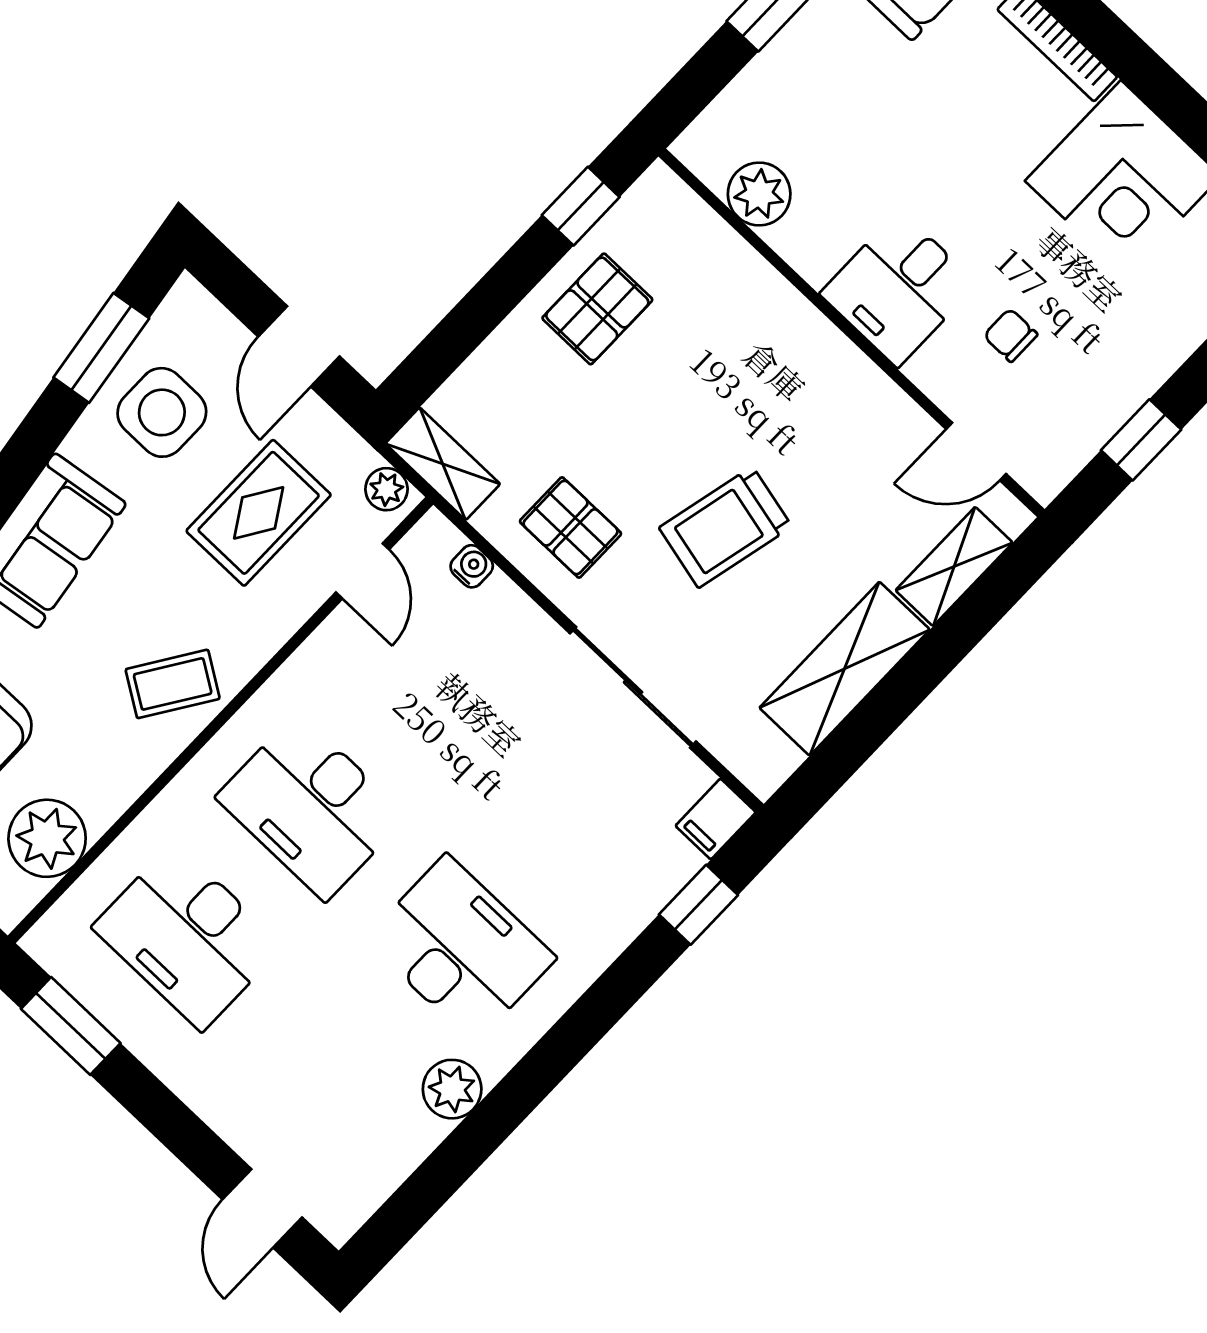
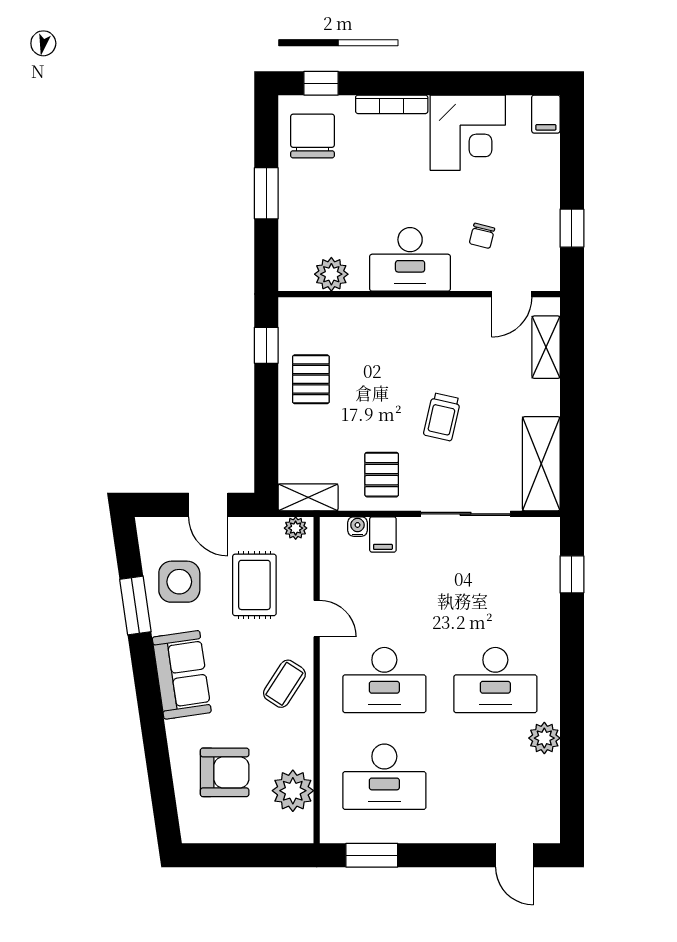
desk: (899, 289) -> (410, 259), width x1.37
chair: (1010, 335) -> (482, 236), turned -76
window: (101, 348) -> (135, 606), moved
pallet: (571, 527) -> (382, 475), turned 90
trolley: (725, 527) -> (442, 417), width x0.73, depth x0.72
door: (363, 571) -> (317, 619), moved
shelving: (845, 669) -> (541, 464), moved
filing cabinet: (716, 819) -> (383, 534), moved
desk: (460, 949) -> (495, 680), turned 180

